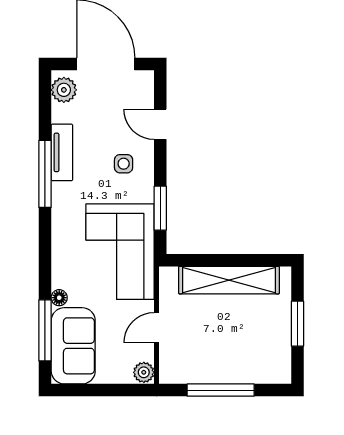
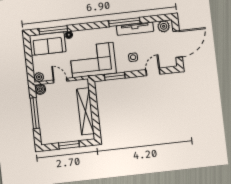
tv unit: (62, 152) -> (135, 29), width x1.41
boiler: (170, 373) -> (40, 89), added

